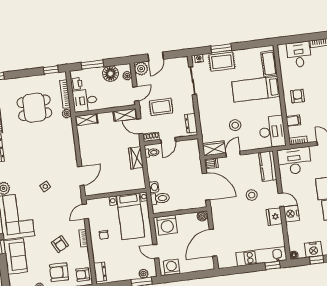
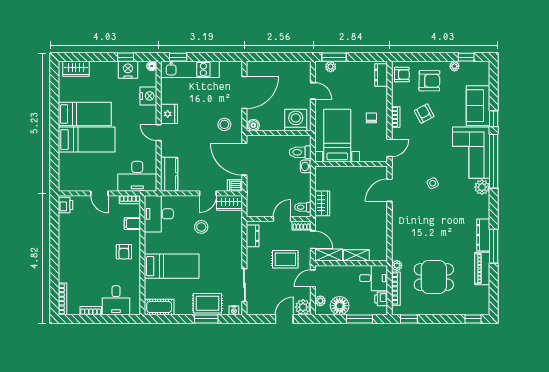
cot: (269, 64) -> (159, 307), moved, turned 90
shelving: (87, 120) -> (356, 255), moved
stool: (252, 195) -> (224, 124), moved
nightstand: (292, 214) -> (148, 96), moved
washing machine: (172, 267) -> (297, 70), removed

